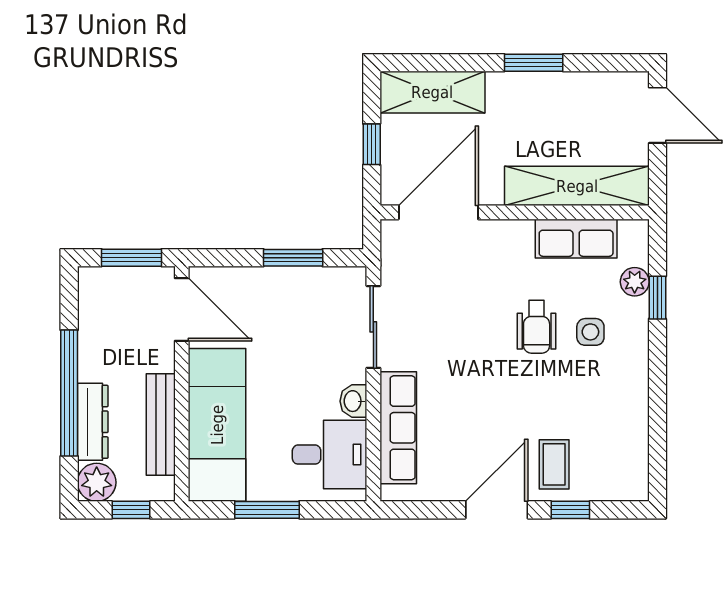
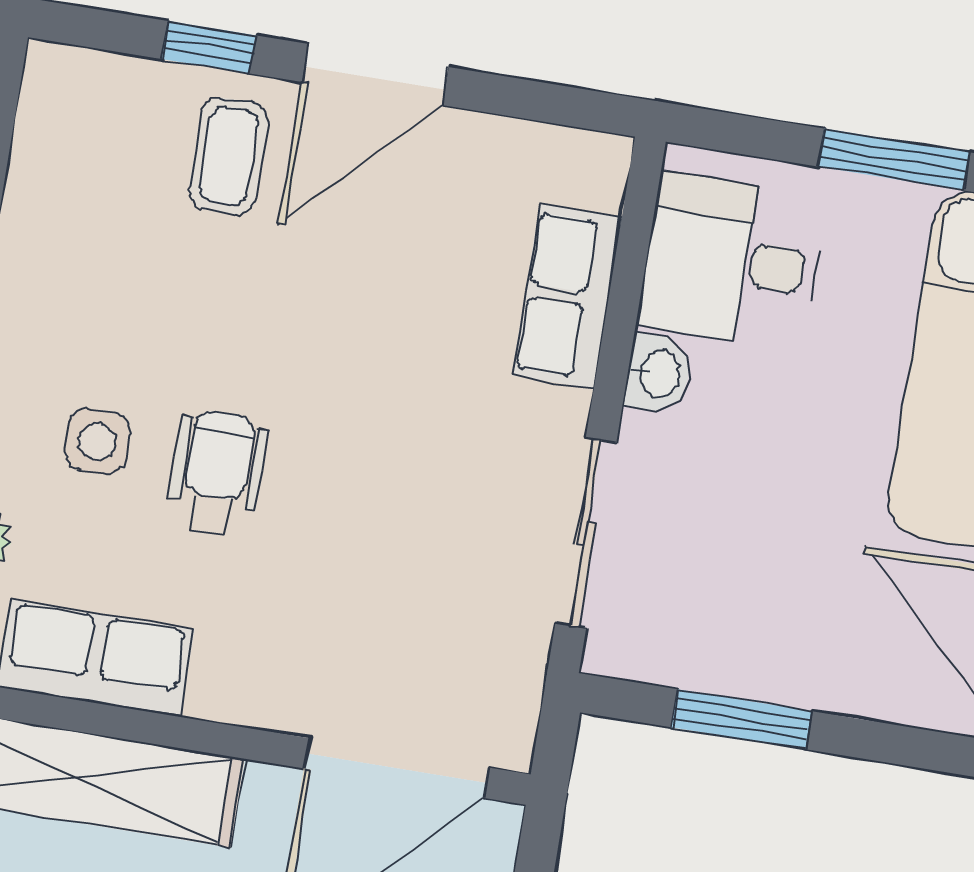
row of seats: (398, 428) -> (567, 296), width x0.68

